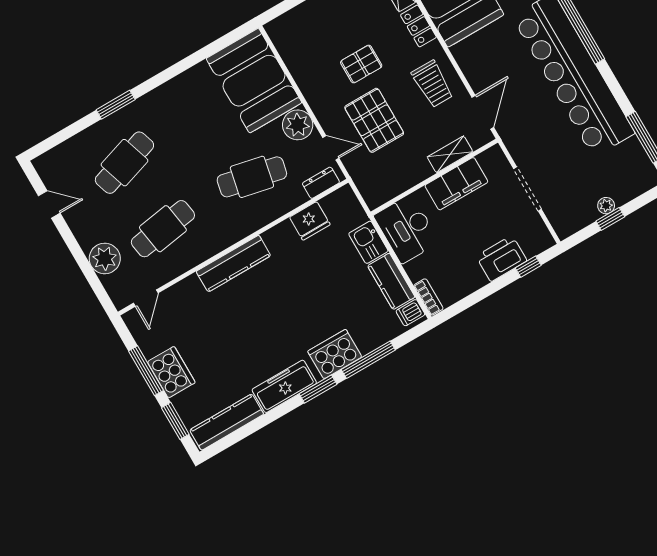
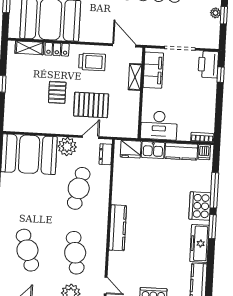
filing cabinet: (456, 184) -> (153, 70), moved
fridge: (310, 221) -> (131, 149), moved, turned 90
printer: (501, 258) -> (208, 64), moved

